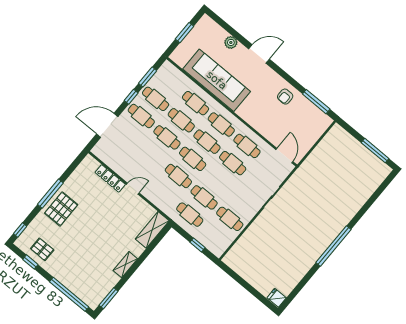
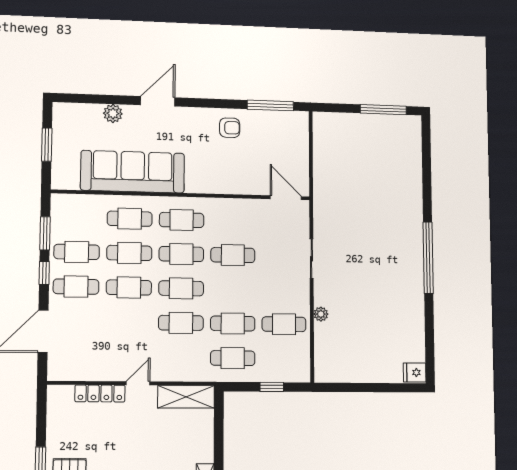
armchair: (285, 97) -> (230, 128), turned -90
cafe table: (247, 146) -> (233, 221), removed
plant: (253, 229) -> (321, 314), added
shelving: (152, 230) -> (186, 397), moved, turned 90

